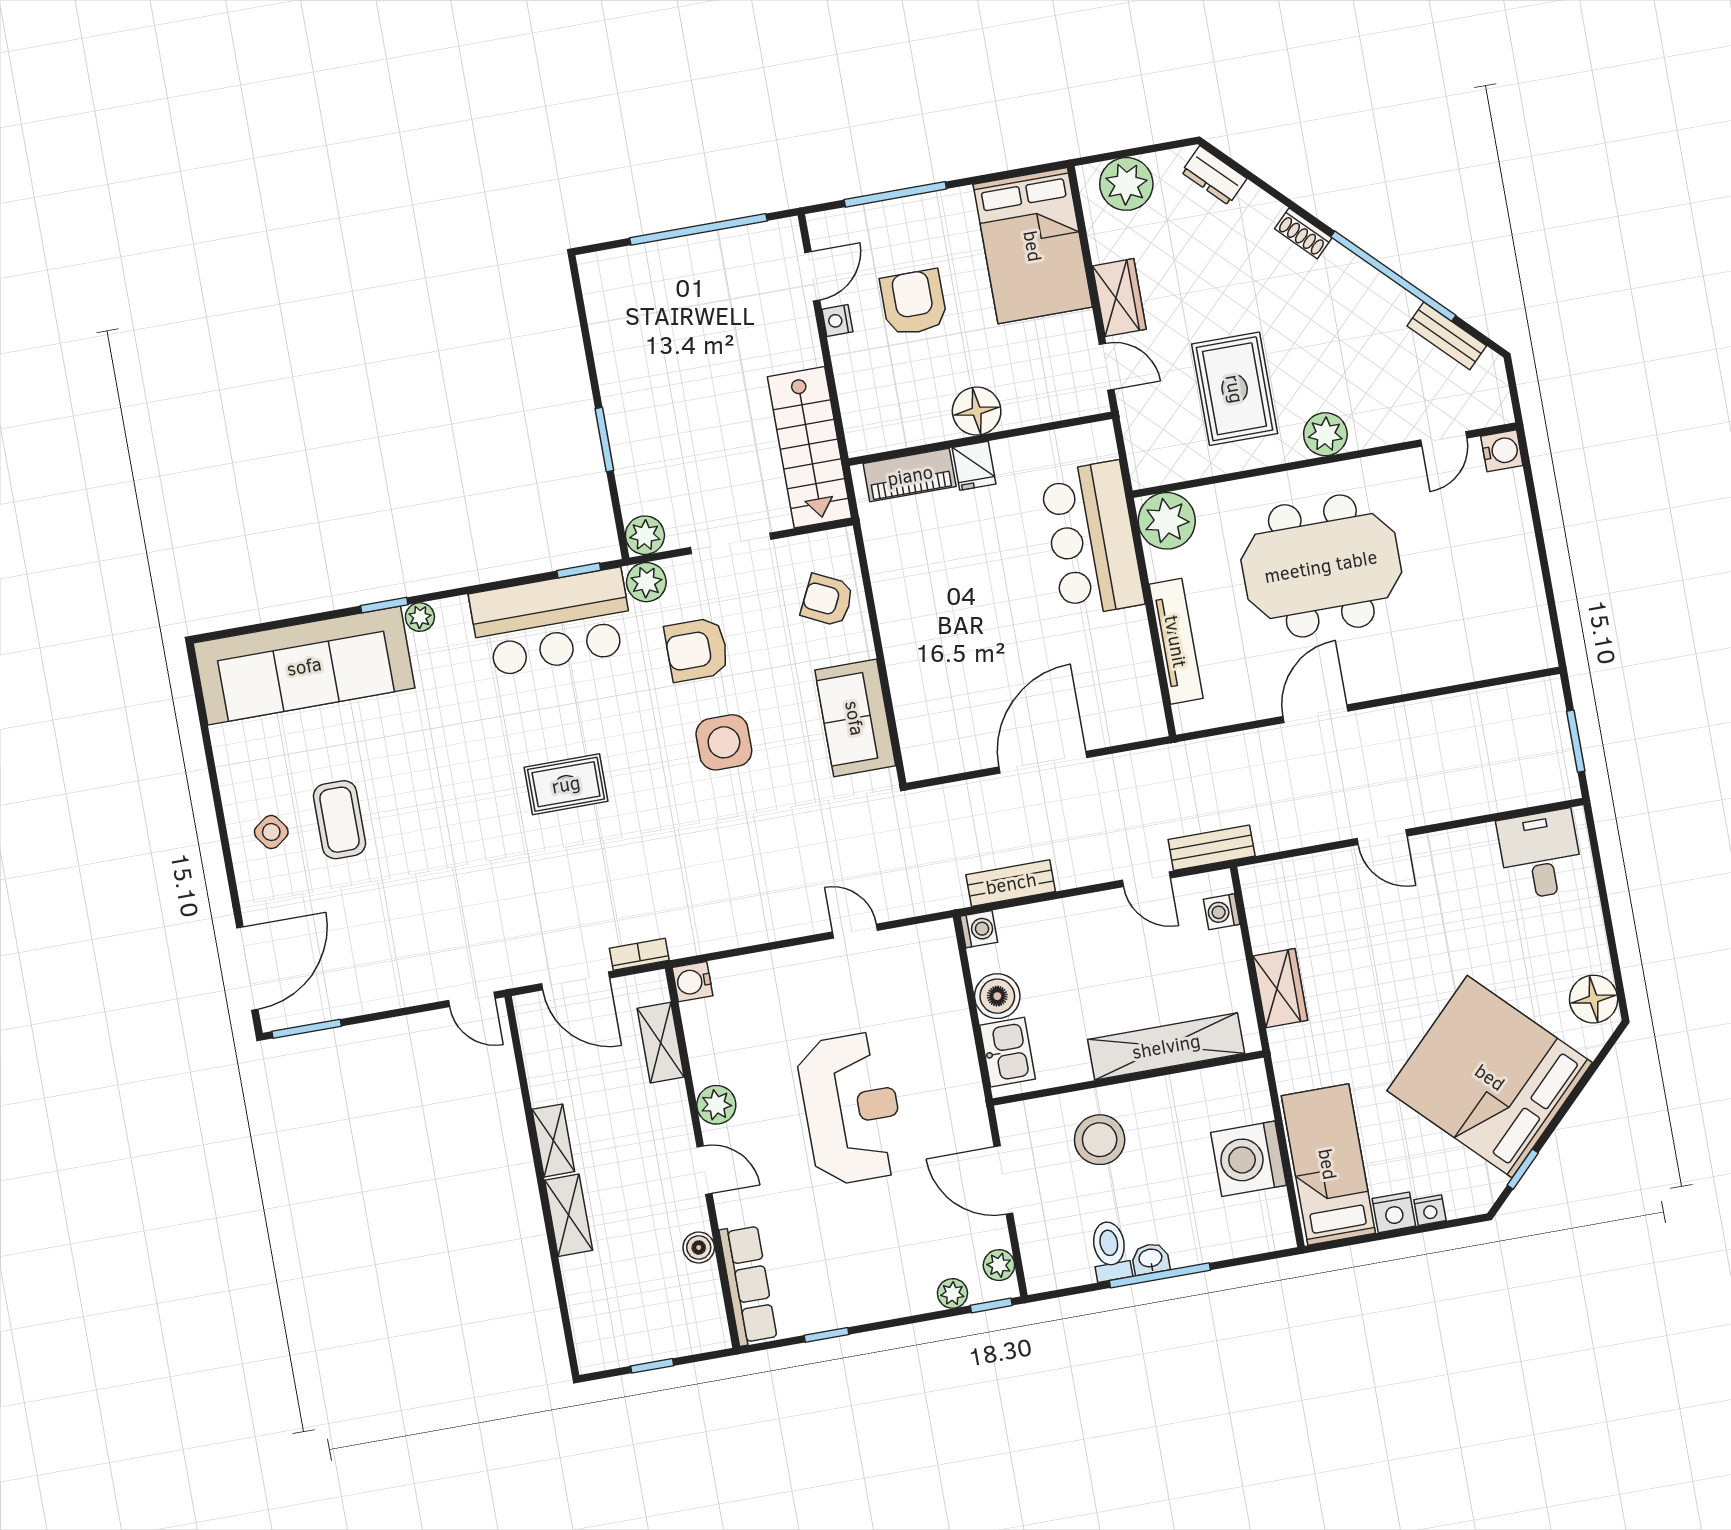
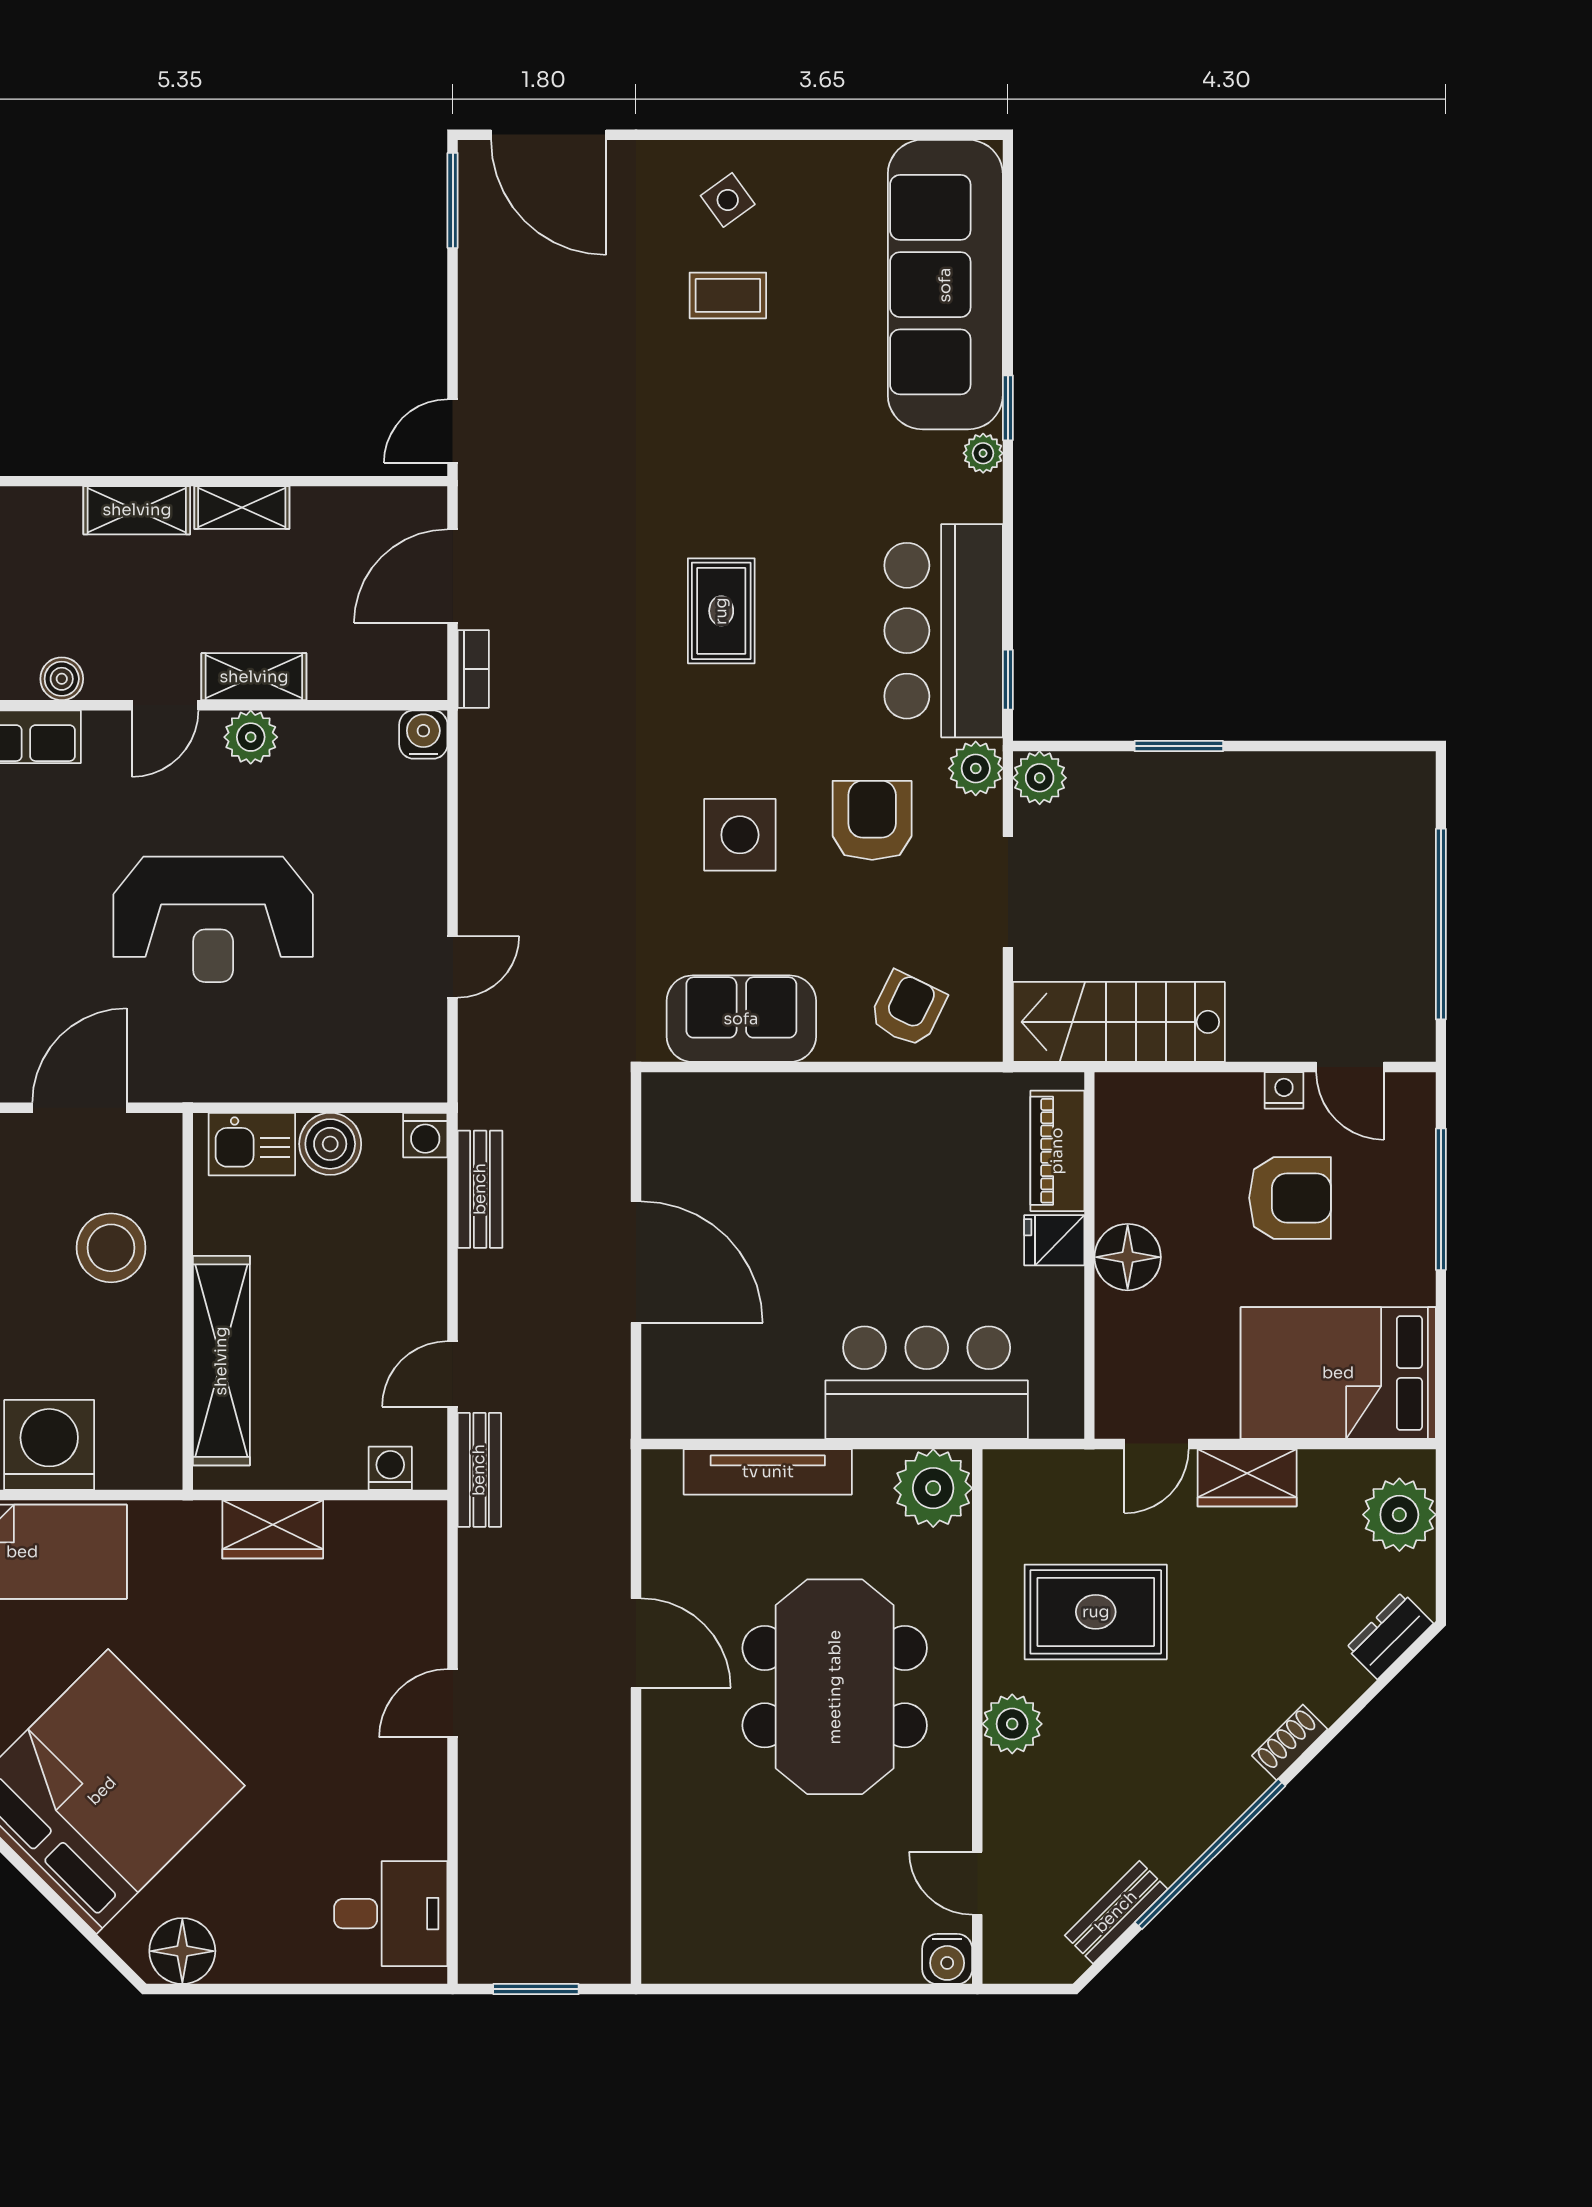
coffee table: (339, 820) -> (728, 295), width x0.73, depth x0.77
shelving: (661, 1043) -> (254, 677), moved

